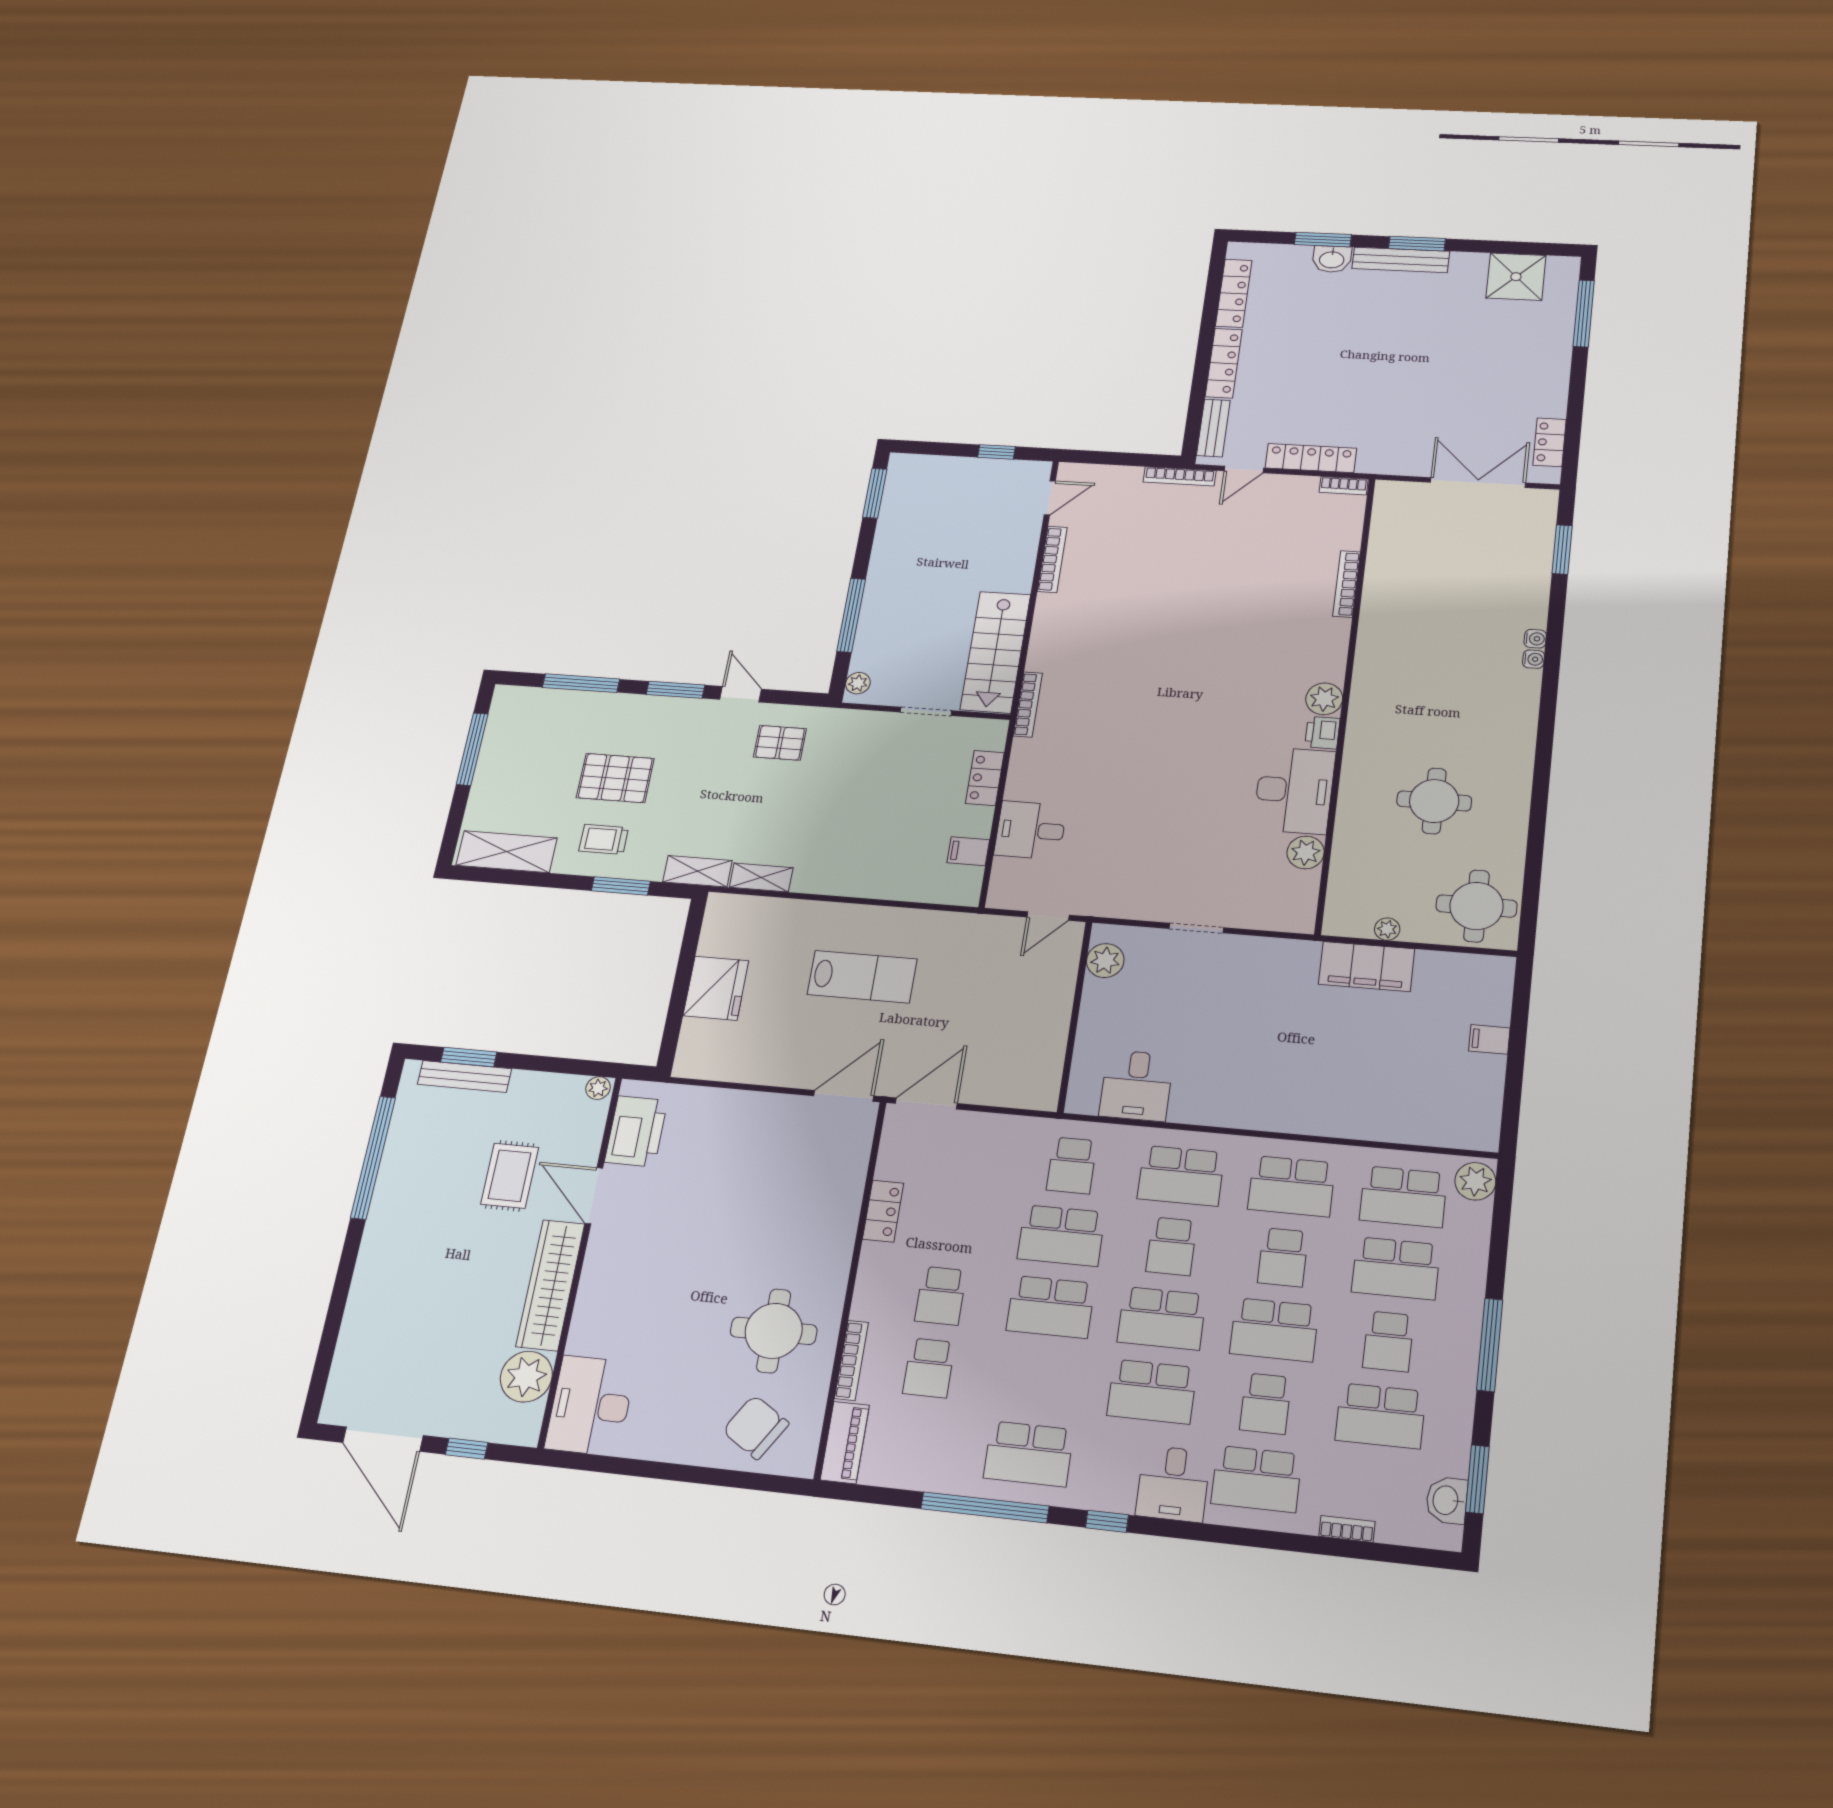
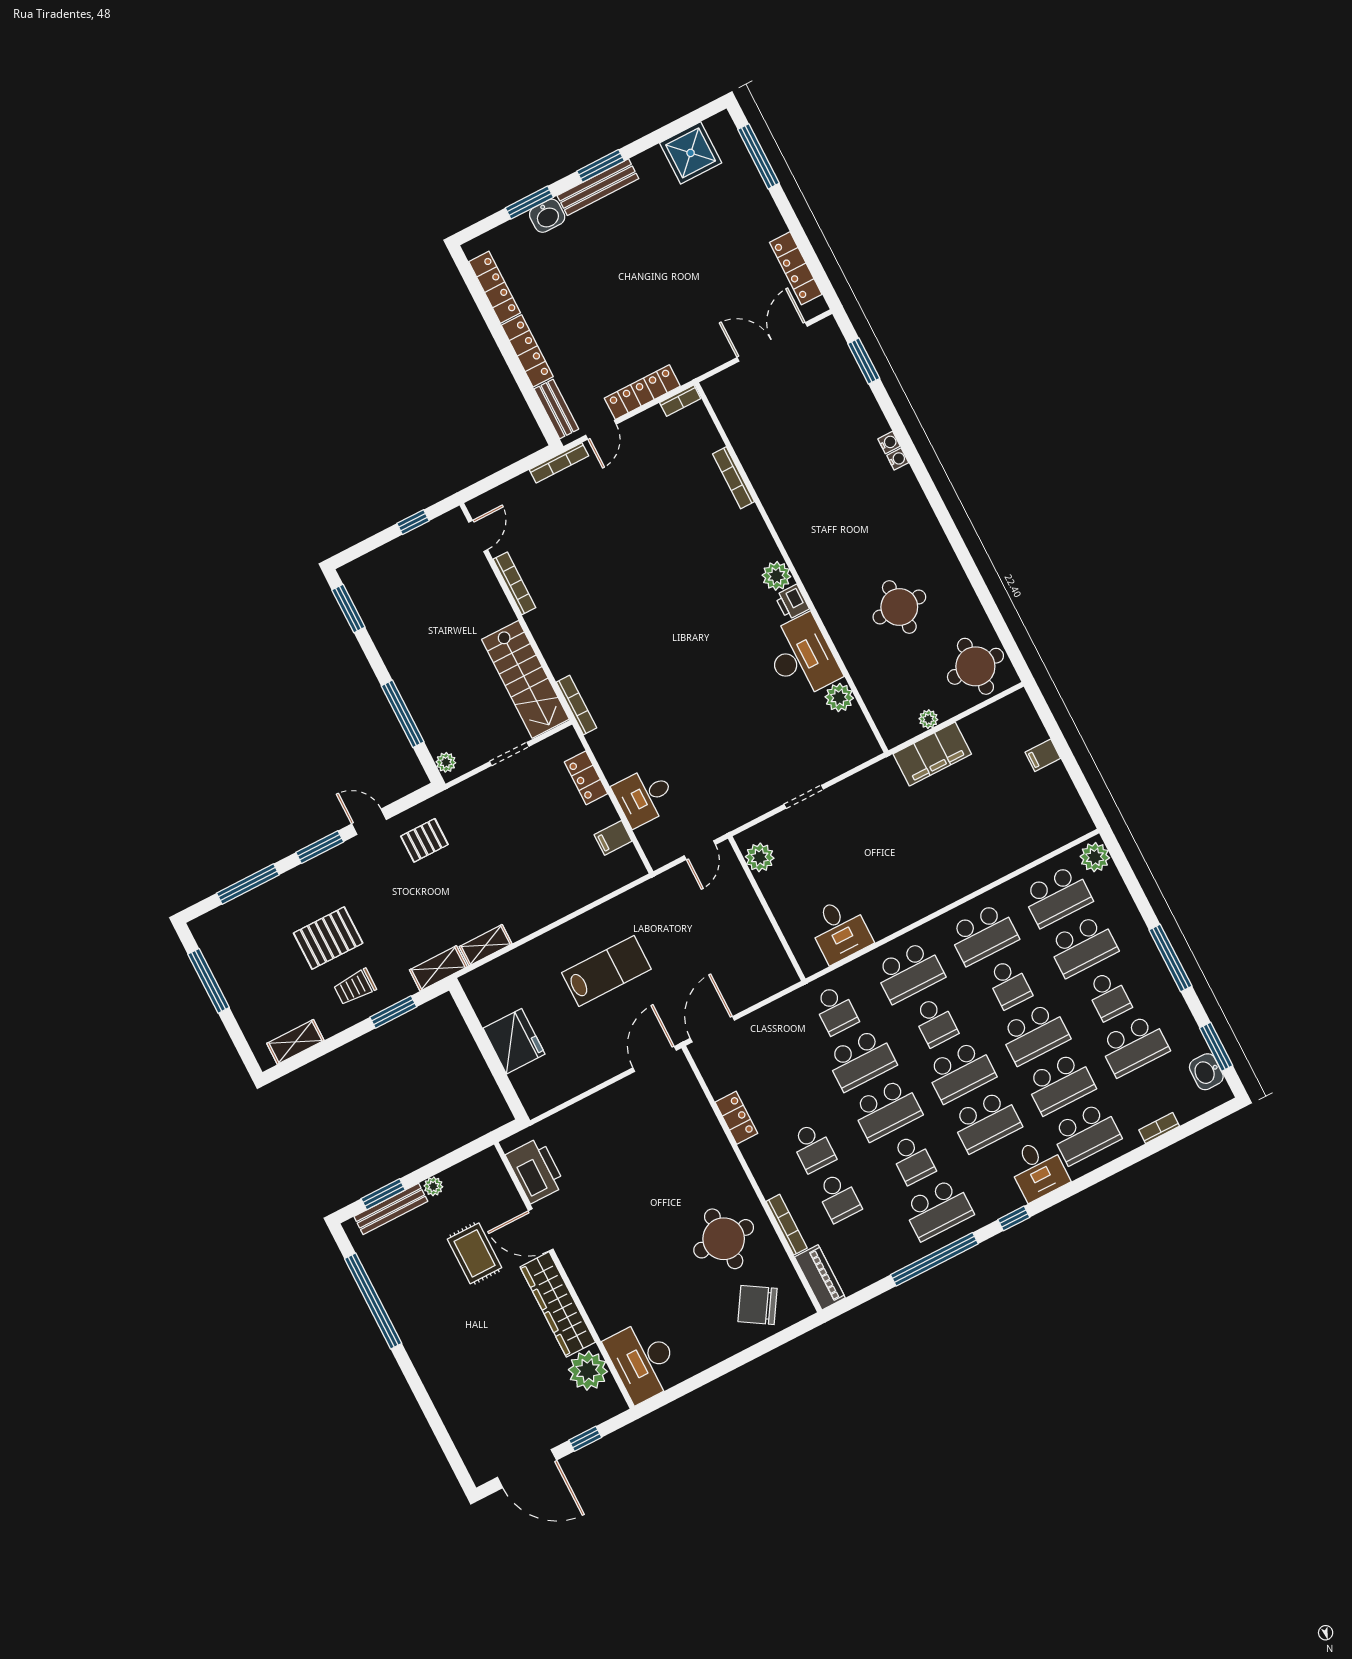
locker: (1550, 442) -> (796, 268), width x1.53
shelving: (506, 852) -> (295, 1042), width x0.67, depth x0.75
plant: (598, 1088) -> (433, 1186), moved
school desk: (1040, 1380) -> (912, 1159), added
school desk: (1266, 1404) -> (1060, 1084), width x1.85

